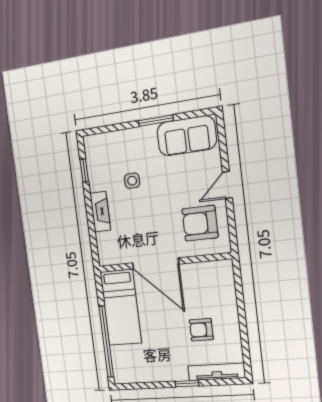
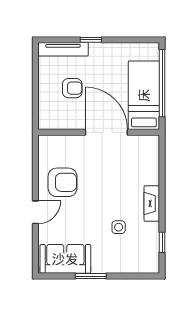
door: (156, 263) -> (106, 132), moved
wall: (164, 263) -> (99, 132), moved
bed: (121, 307) -> (144, 95), moved

